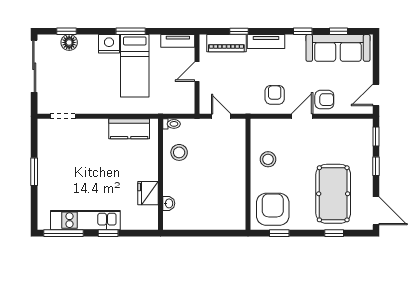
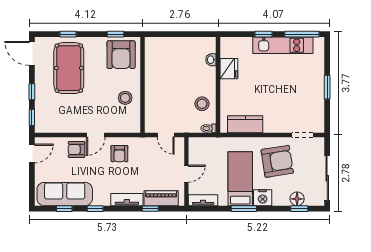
armchair: (92, 86) -> (277, 161), added

